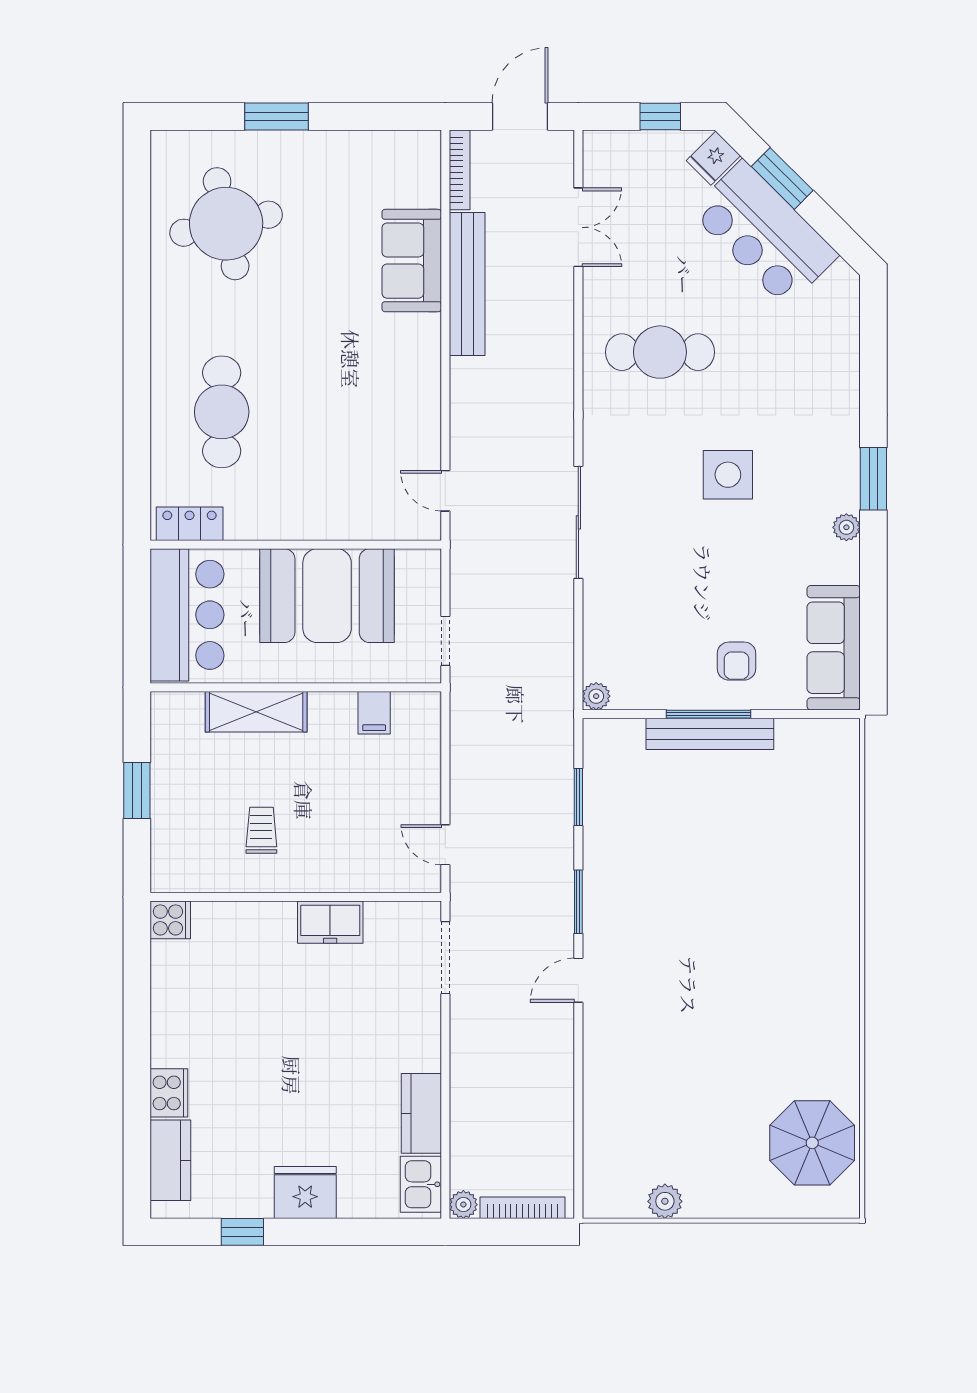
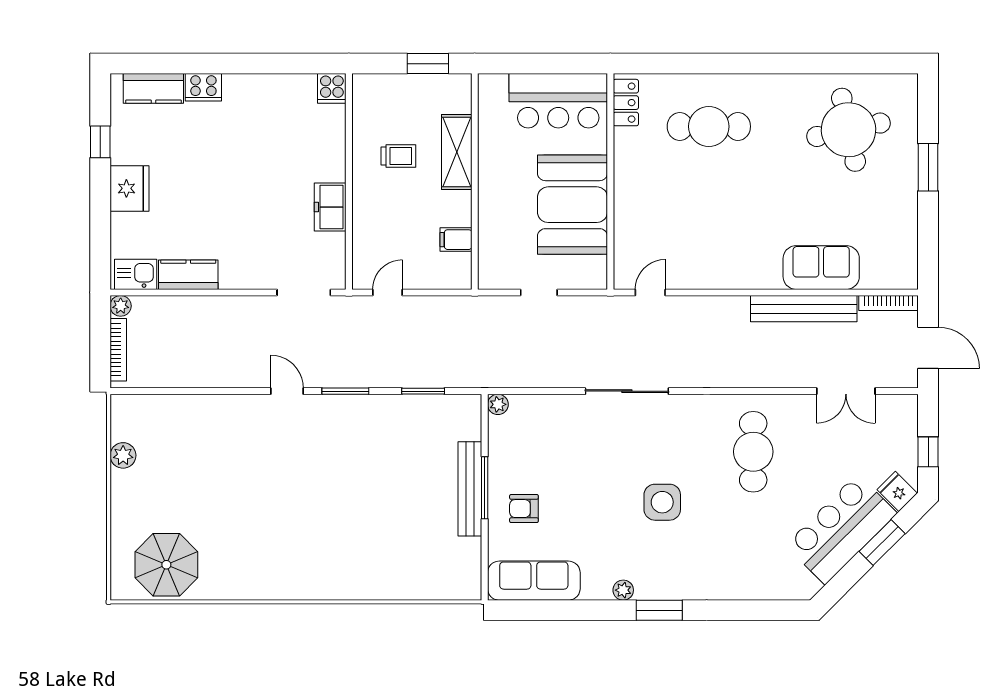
wall: (296, 687) -> (475, 181), moved
shelving: (256, 712) -> (457, 152), moved
filing cabinet: (374, 713) -> (456, 240), moved

